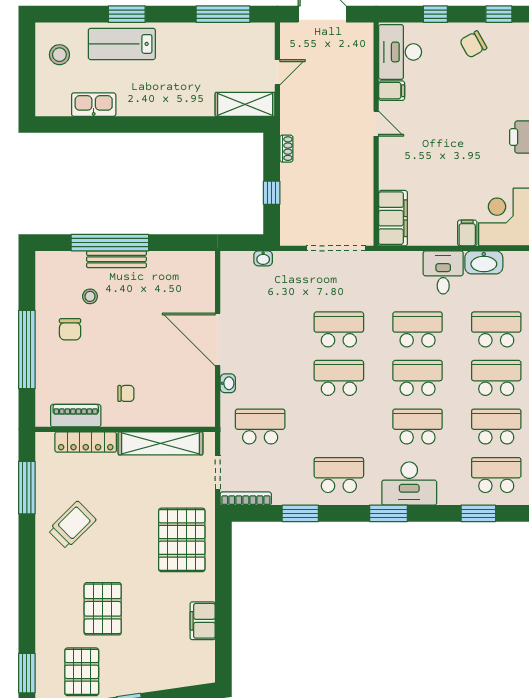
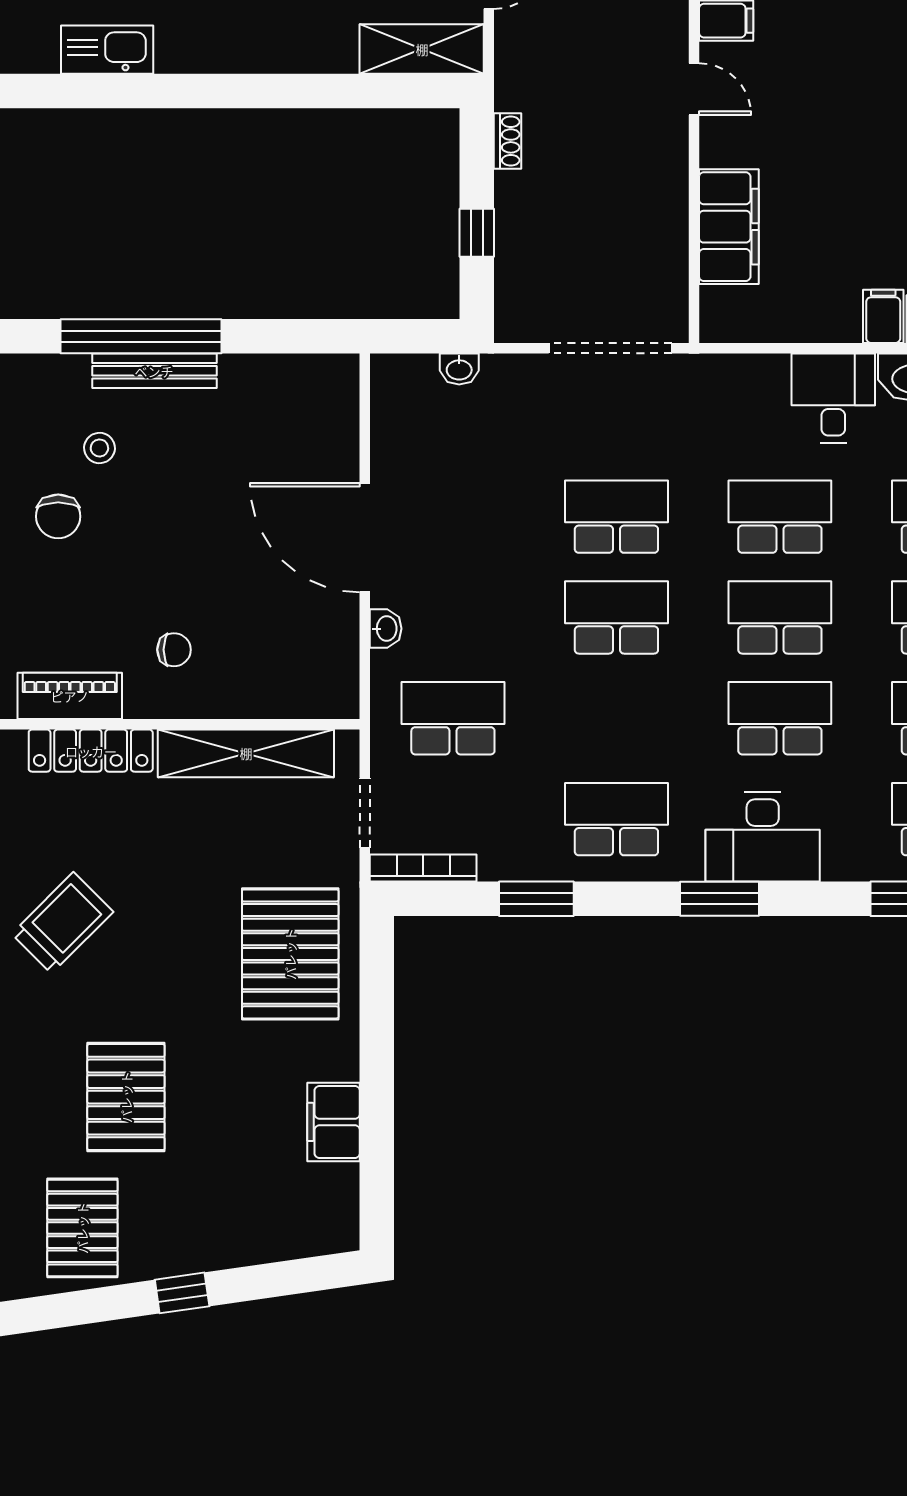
filing cabinet: (393, 218) -> (729, 227), moved

